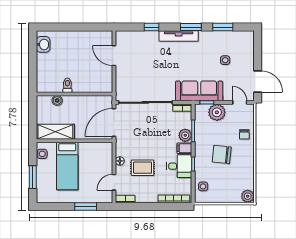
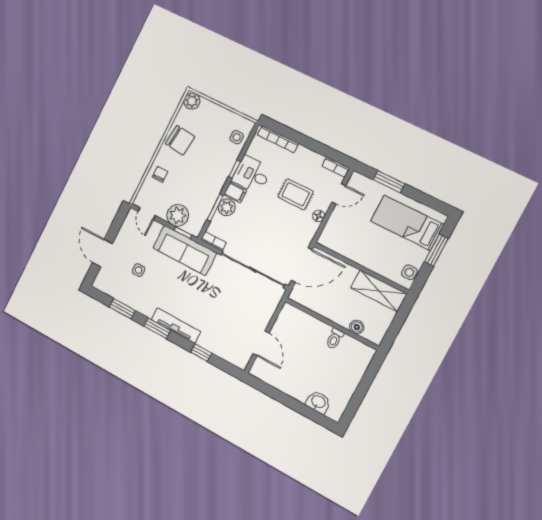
washbasin: (43, 44) -> (318, 402), moved, turned 90
door: (258, 81) -> (102, 253), moved
chair: (222, 155) -> (180, 140), moved
bed: (67, 166) -> (407, 223), moved, turned -90

